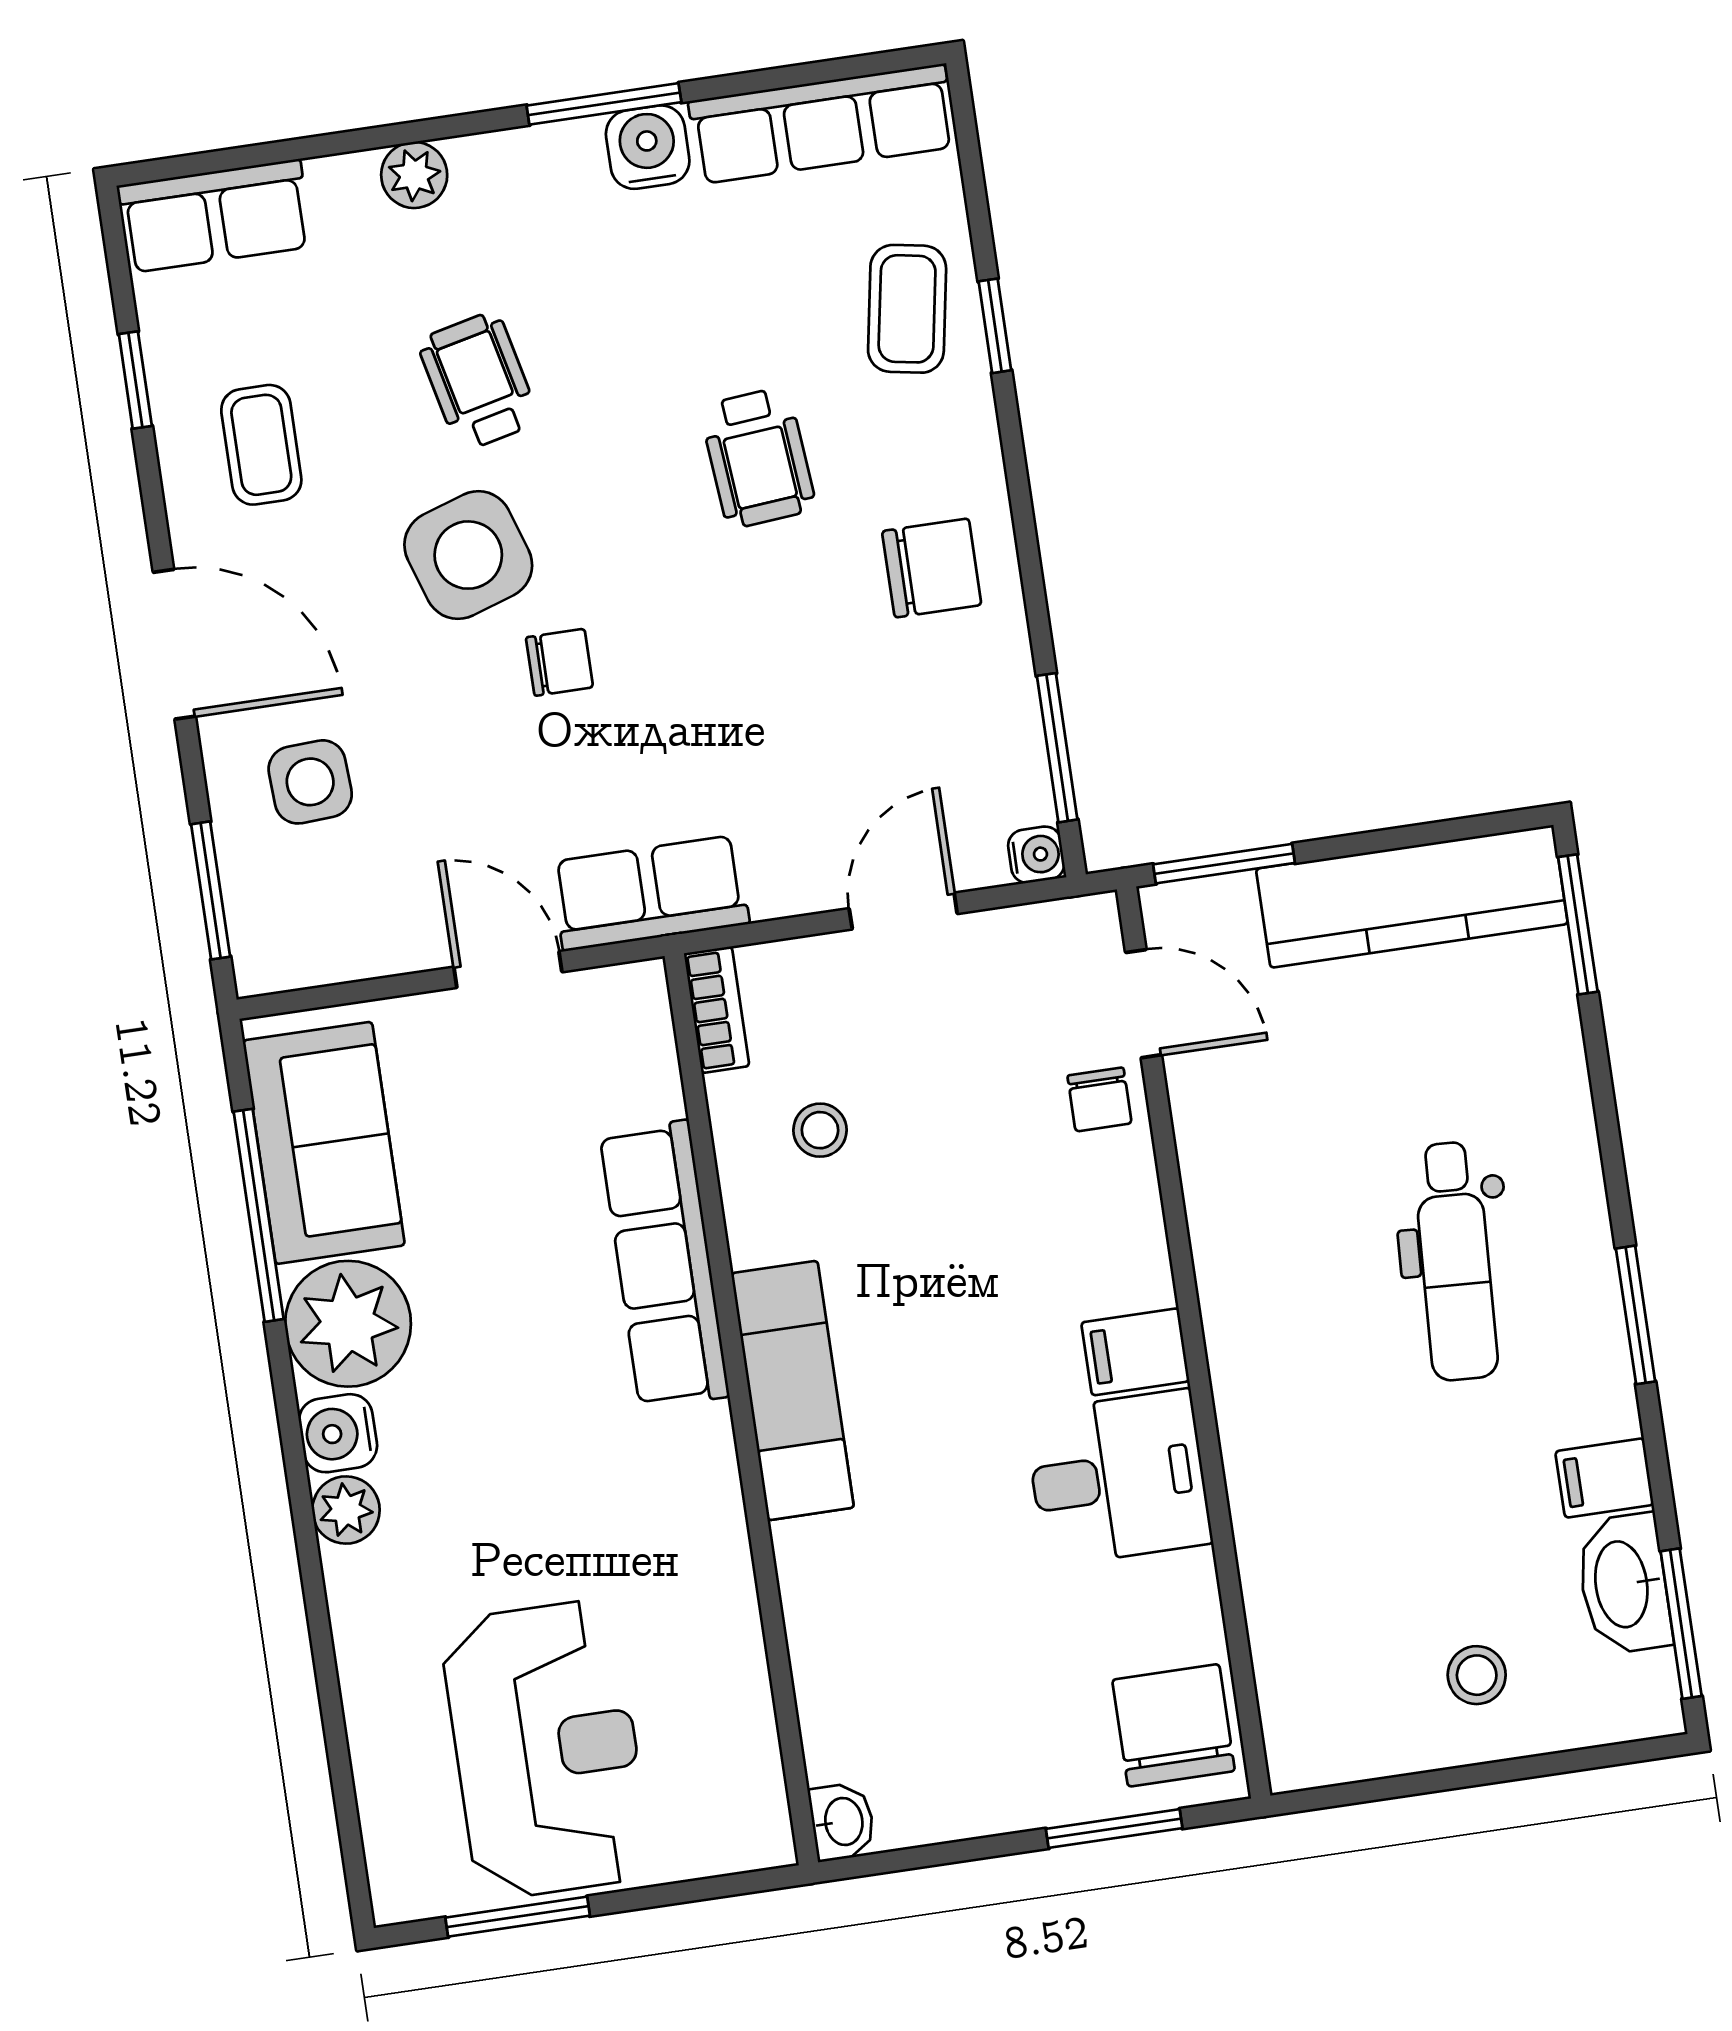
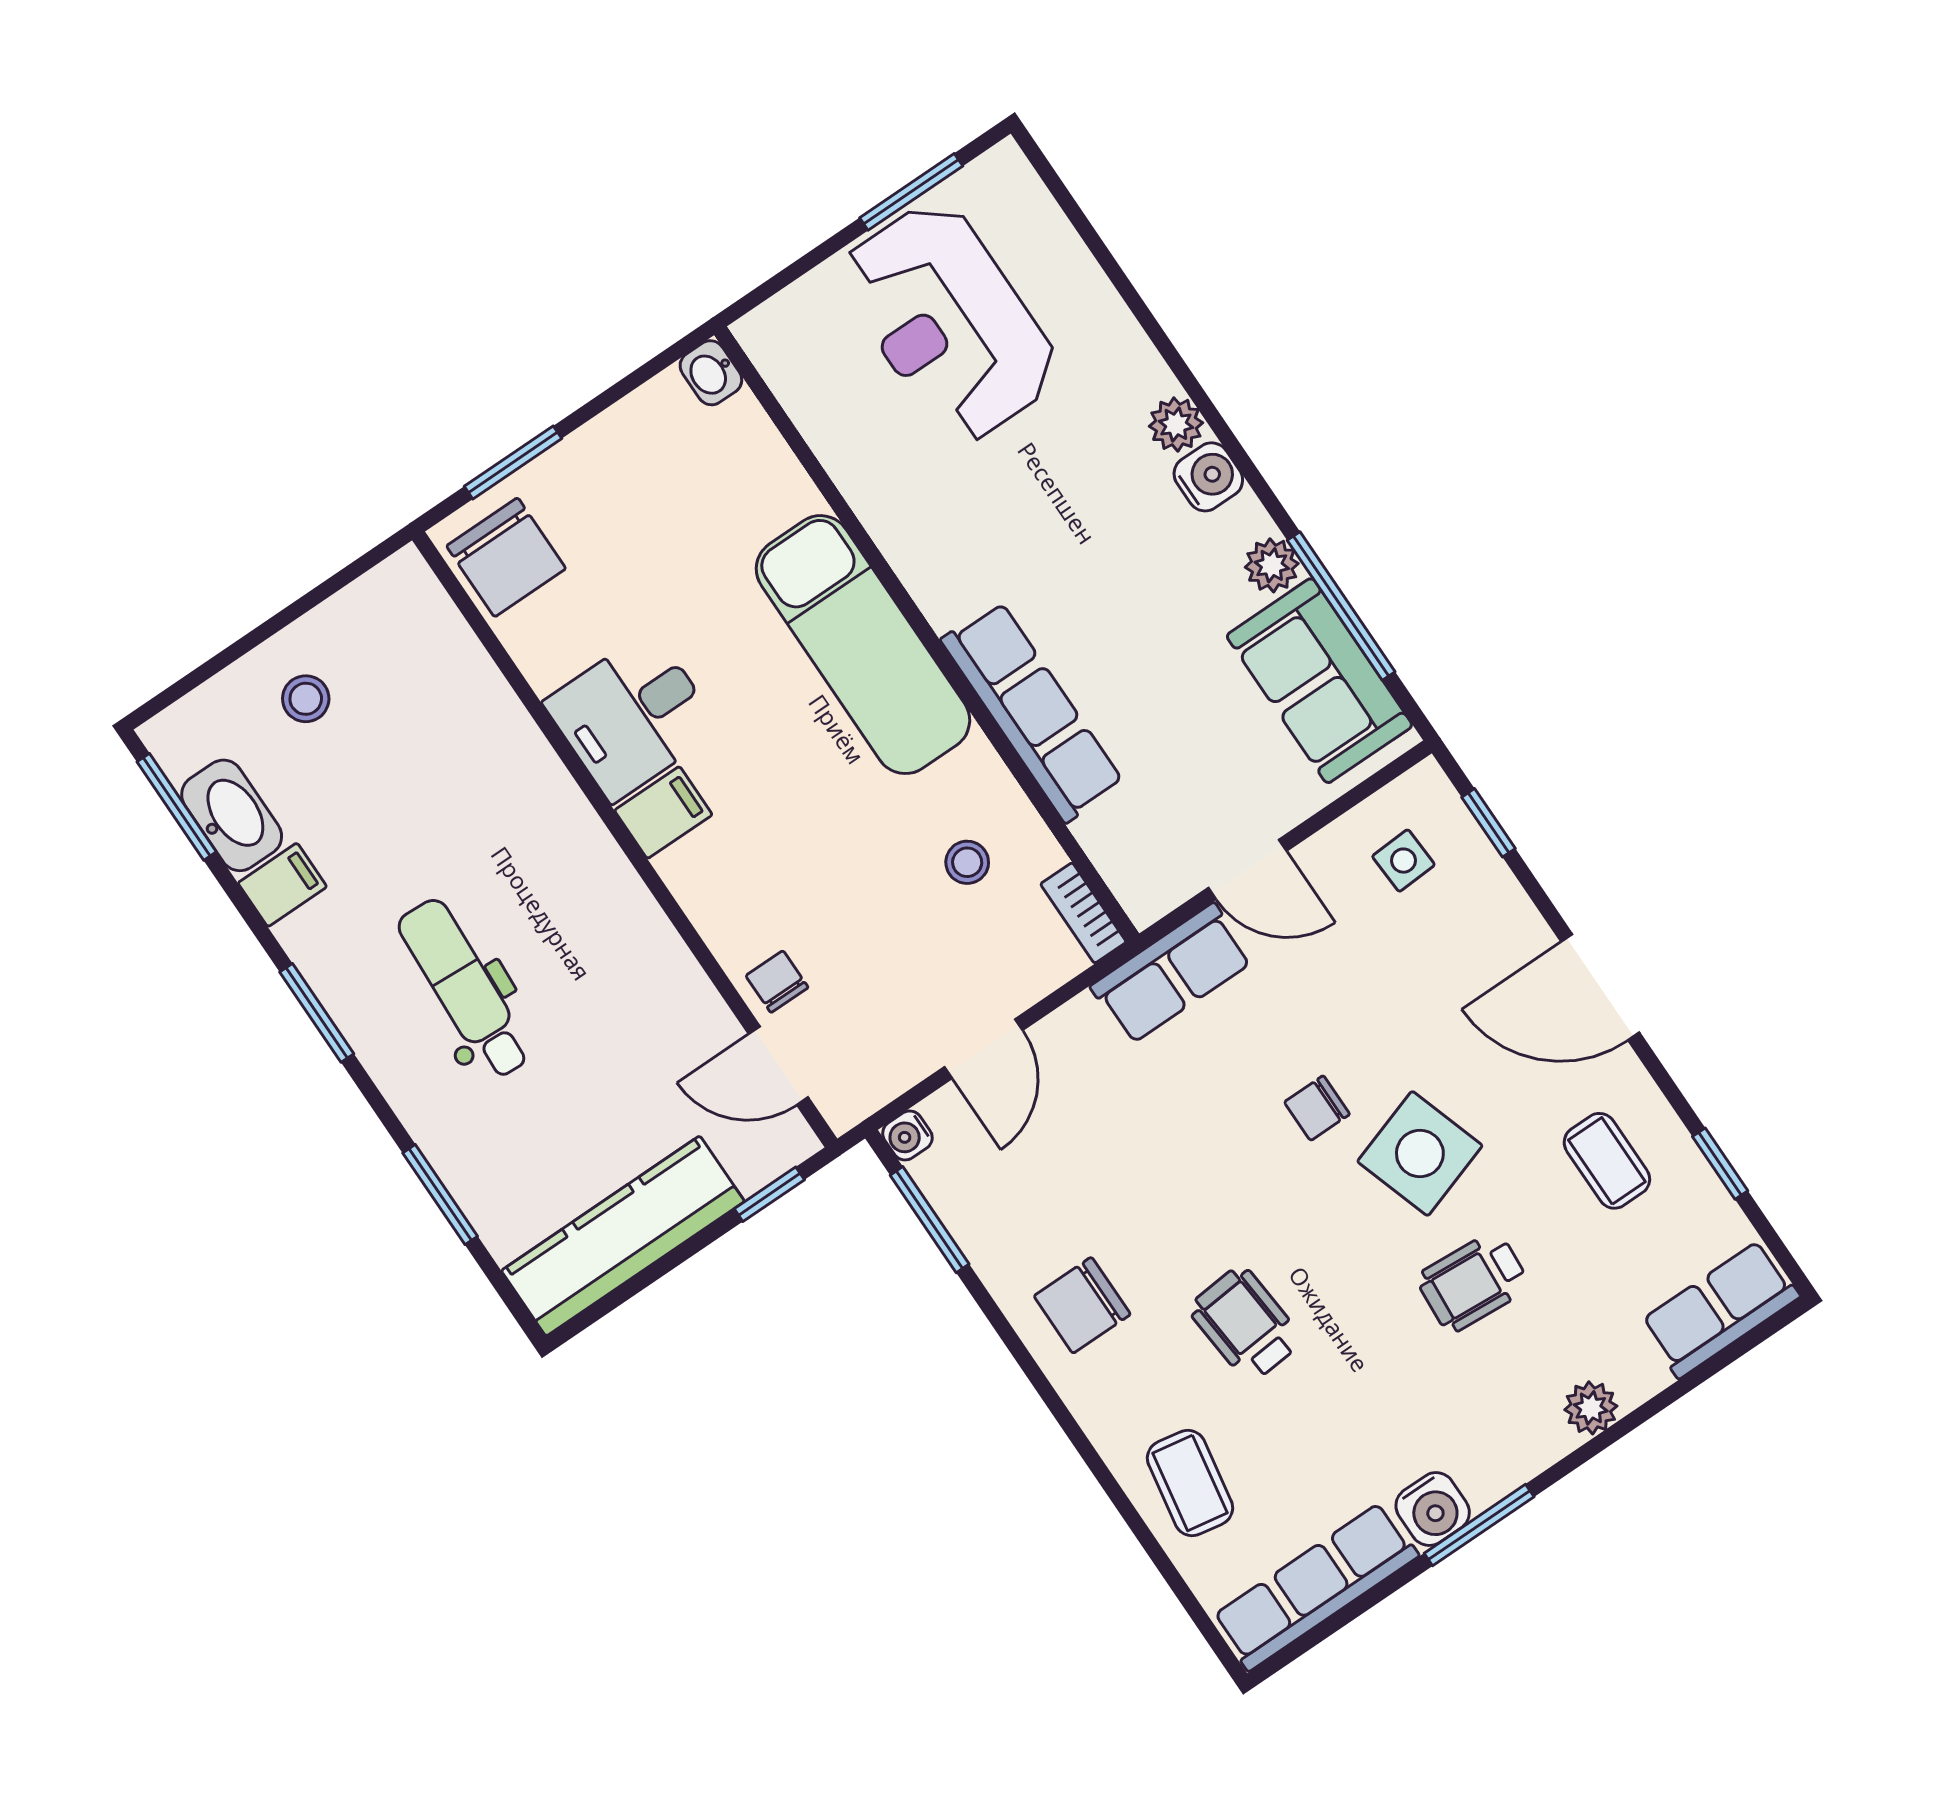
window: (995, 326) -> (1121, 1501), removed
wheelchair: (478, 381) -> (1473, 1282), turned 107
side table: (310, 782) -> (1403, 861), moved, width x0.73, depth x0.73
window: (1224, 864) -> (769, 1194), width x0.67
window: (211, 890) -> (1488, 823), width x0.67
window: (1578, 924) -> (440, 1195), moved
plant: (348, 1324) -> (1272, 565), width x0.53, depth x0.53
exam couch: (793, 1390) -> (863, 645), width x1.36, depth x1.45

